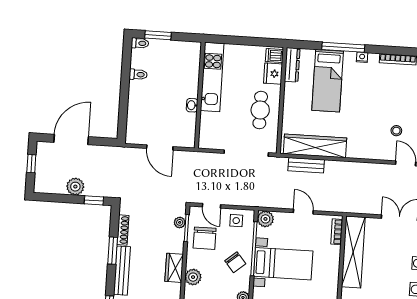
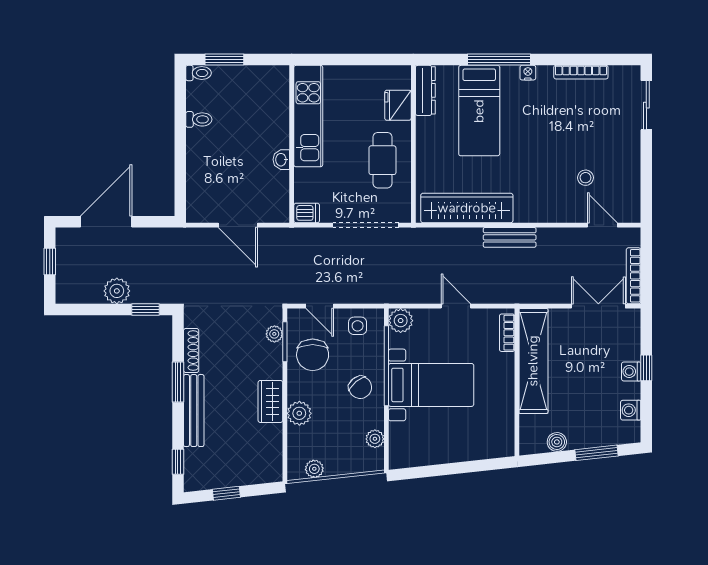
dishwasher: (274, 56) -> (307, 213), moved, turned 180
bench: (306, 165) -> (510, 237), moved

